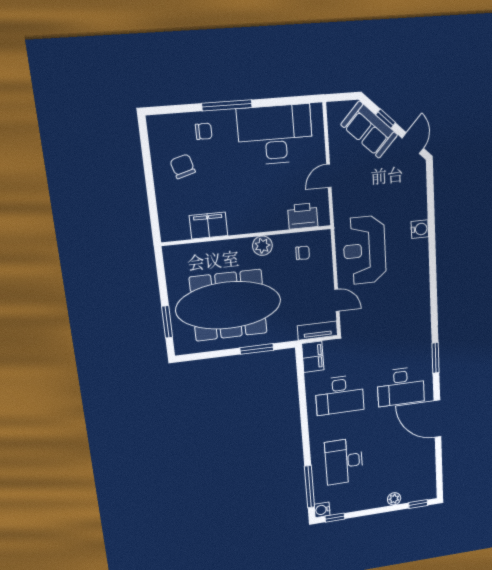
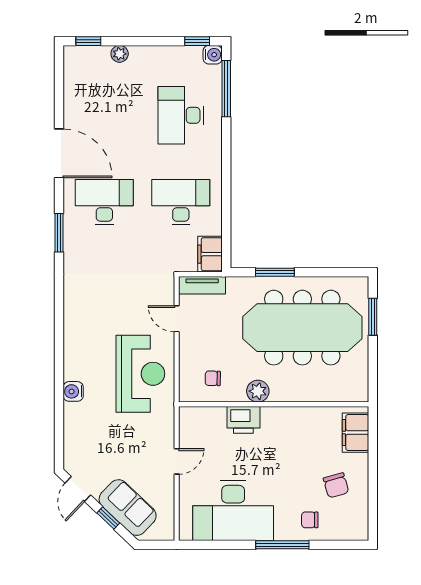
printer: (303, 216) -> (243, 420), moved
filing cabinet: (208, 226) -> (355, 433), moved, turned 90
desk: (344, 461) -> (181, 115), turned 180

